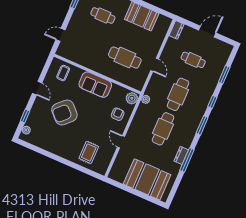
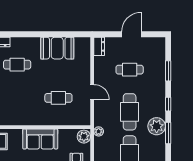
cafe table: (125, 58) -> (58, 98), width x0.73, depth x0.74
plant: (195, 116) -> (157, 126), added

